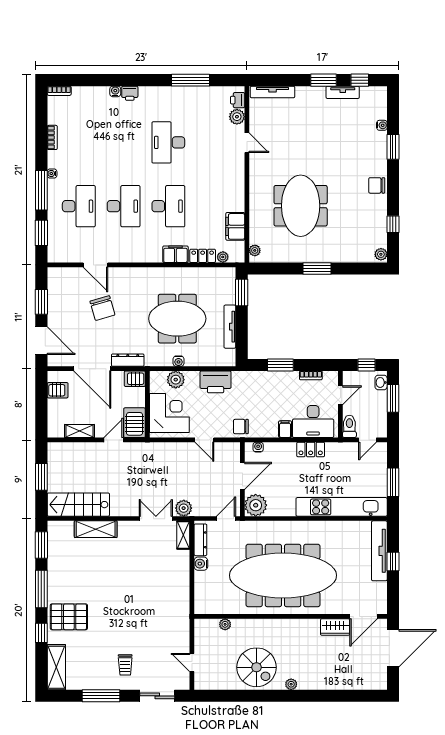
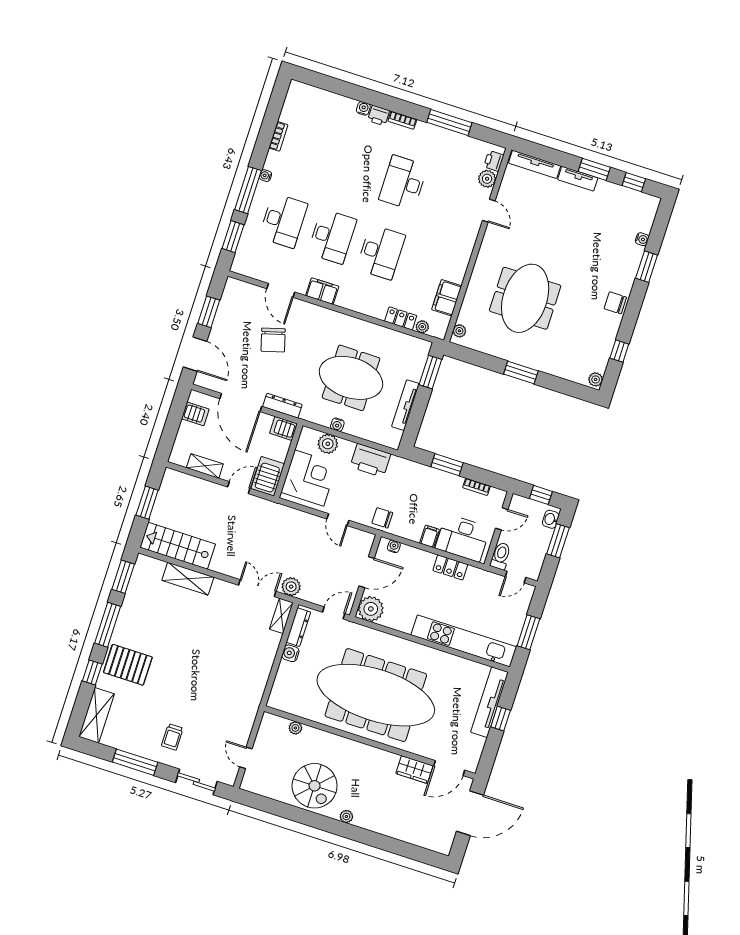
bookcase: (59, 91) -> (402, 120), moved
tv unit: (343, 92) -> (578, 179), moved
filing cabinet: (175, 254) -> (322, 291), moved

